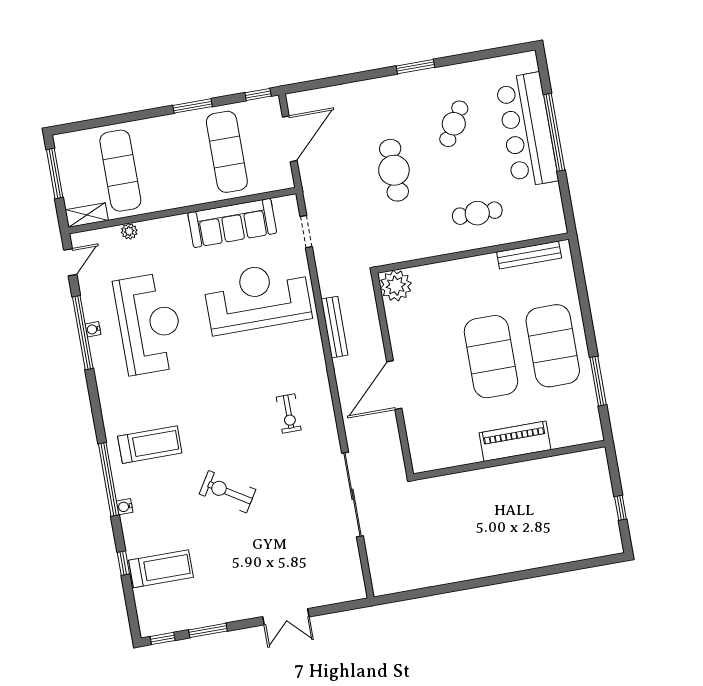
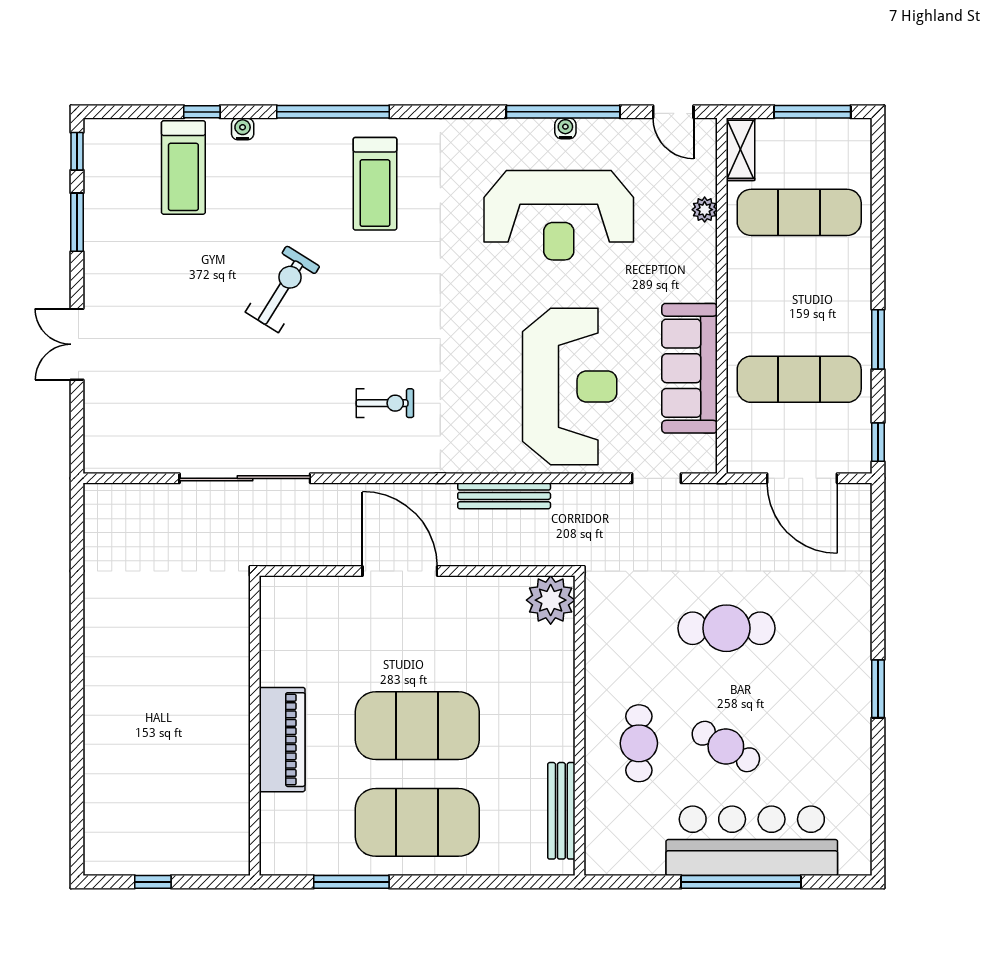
cafe table: (454, 124) -> (726, 747), moved
exercise bike: (289, 414) -> (385, 403), turned 180
water cooler: (125, 507) -> (243, 129), moved

